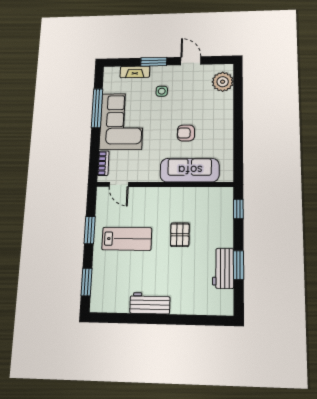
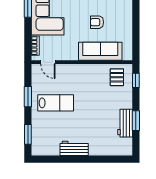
pallet: (180, 235) -> (117, 77), moved

